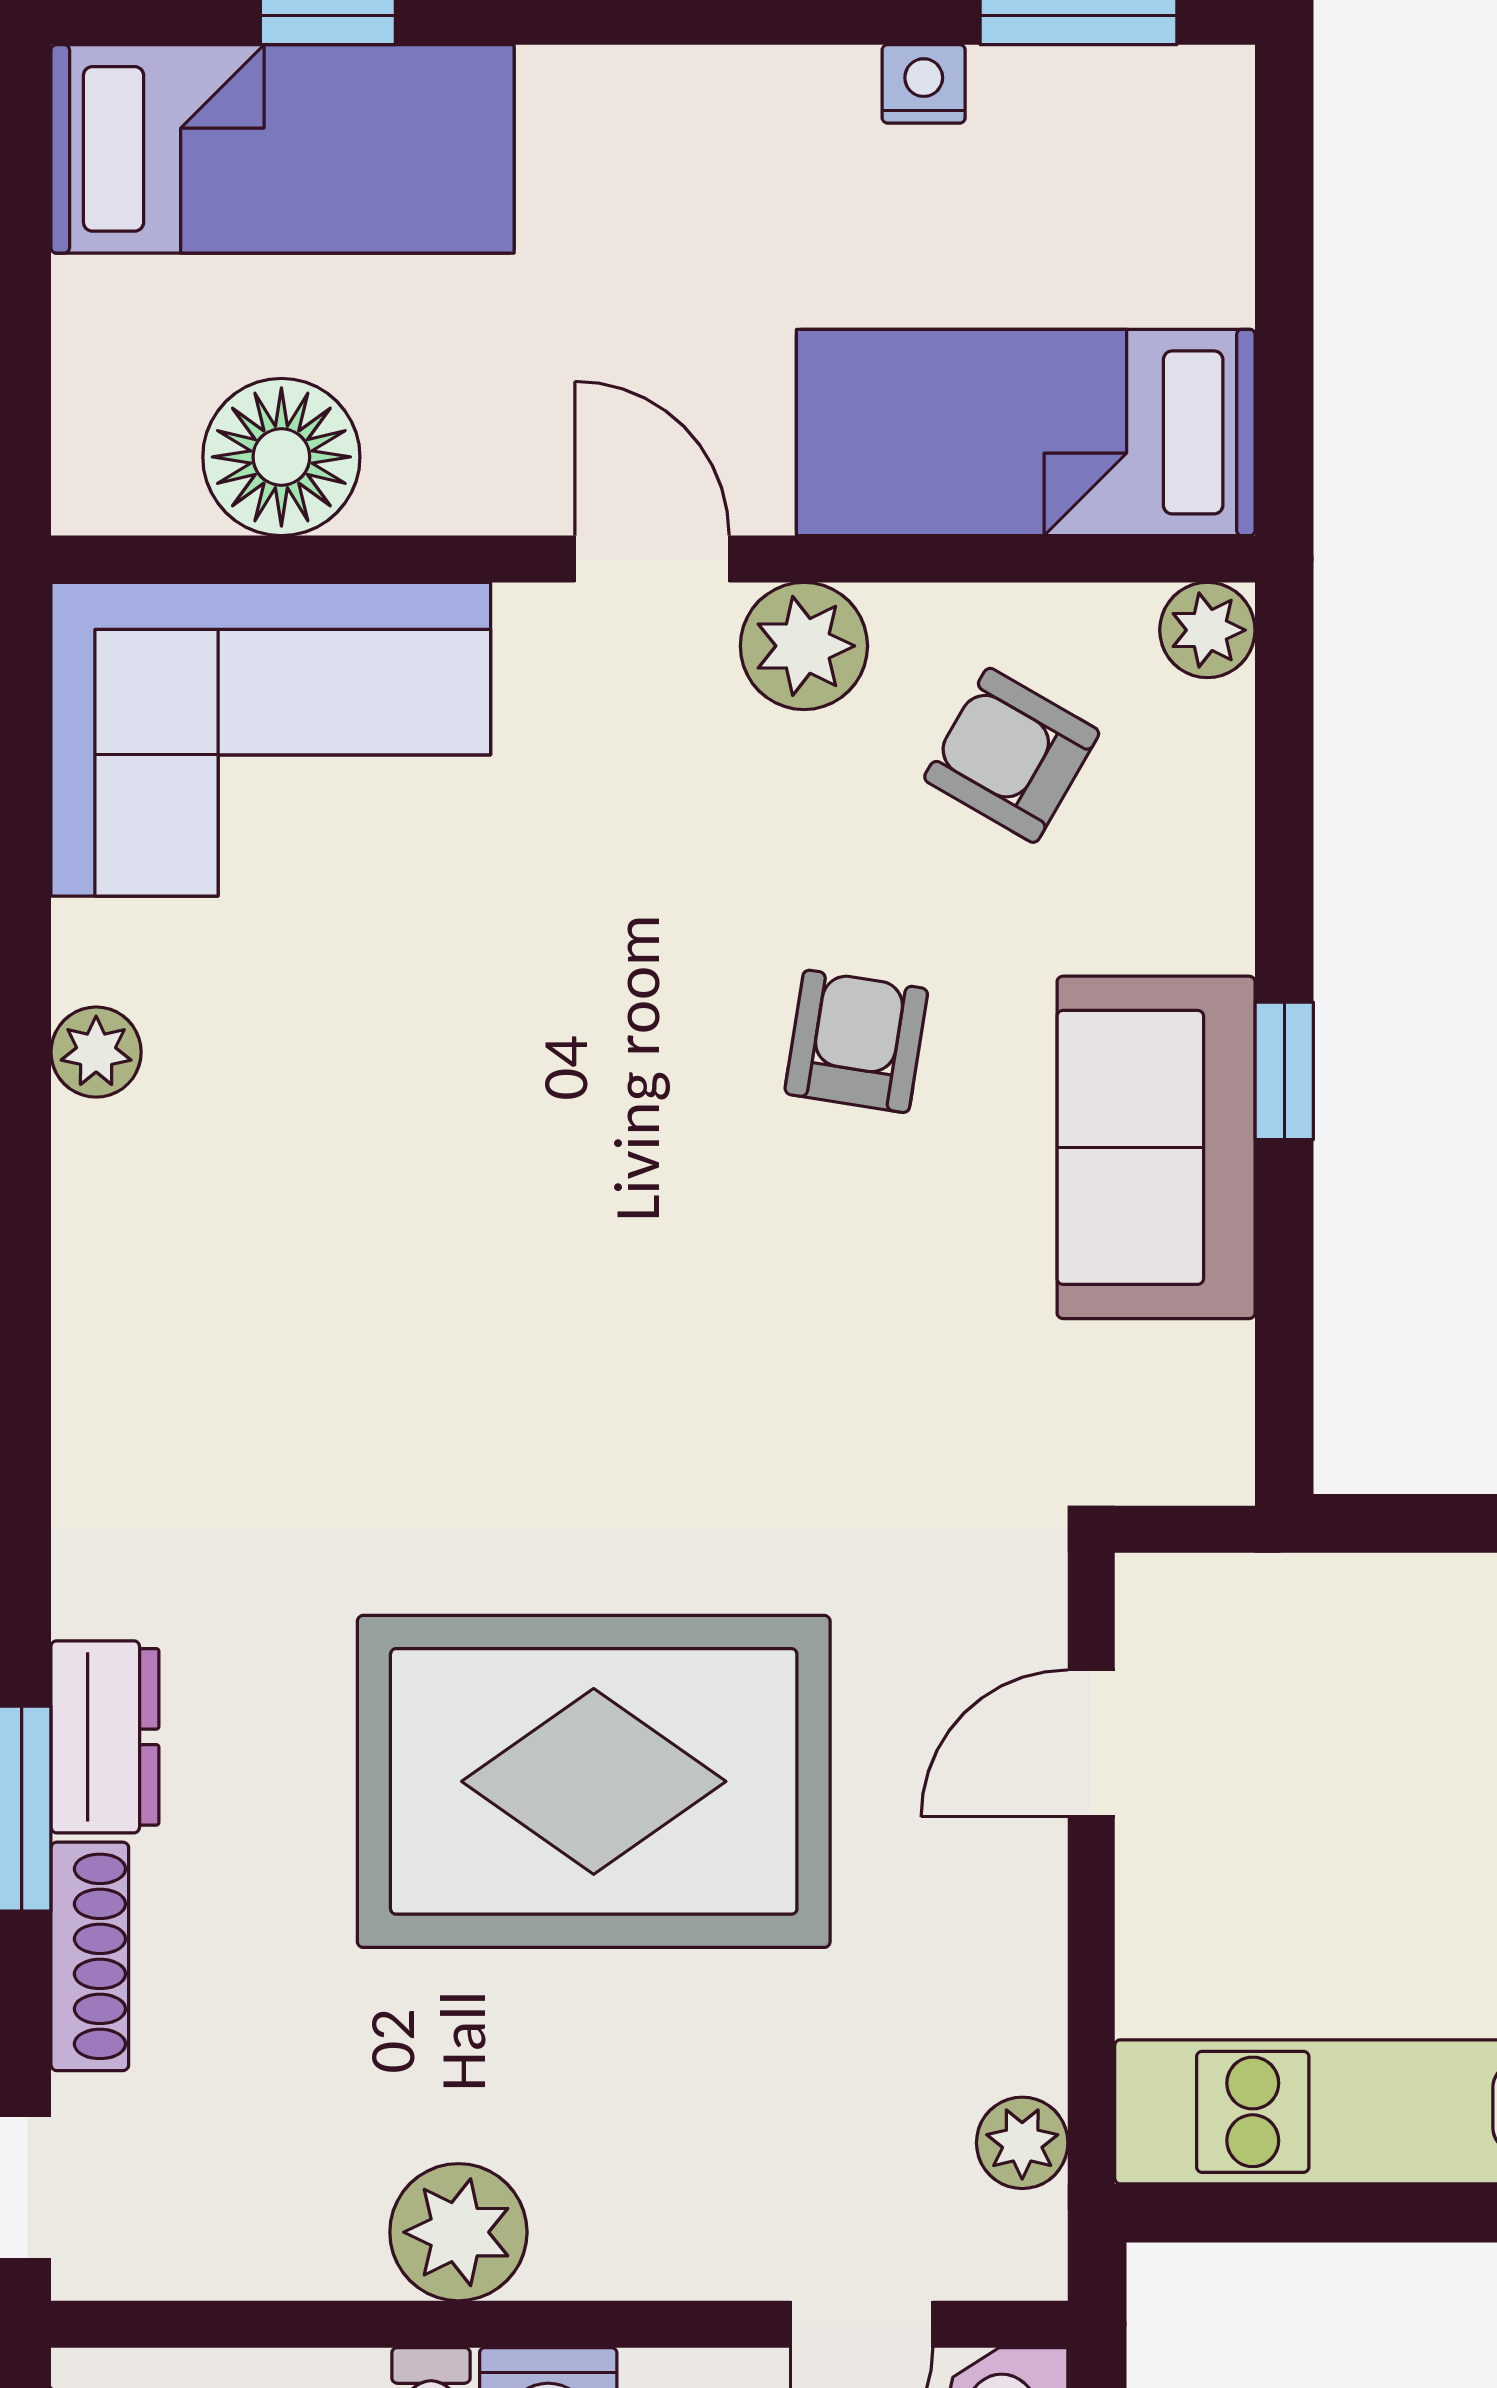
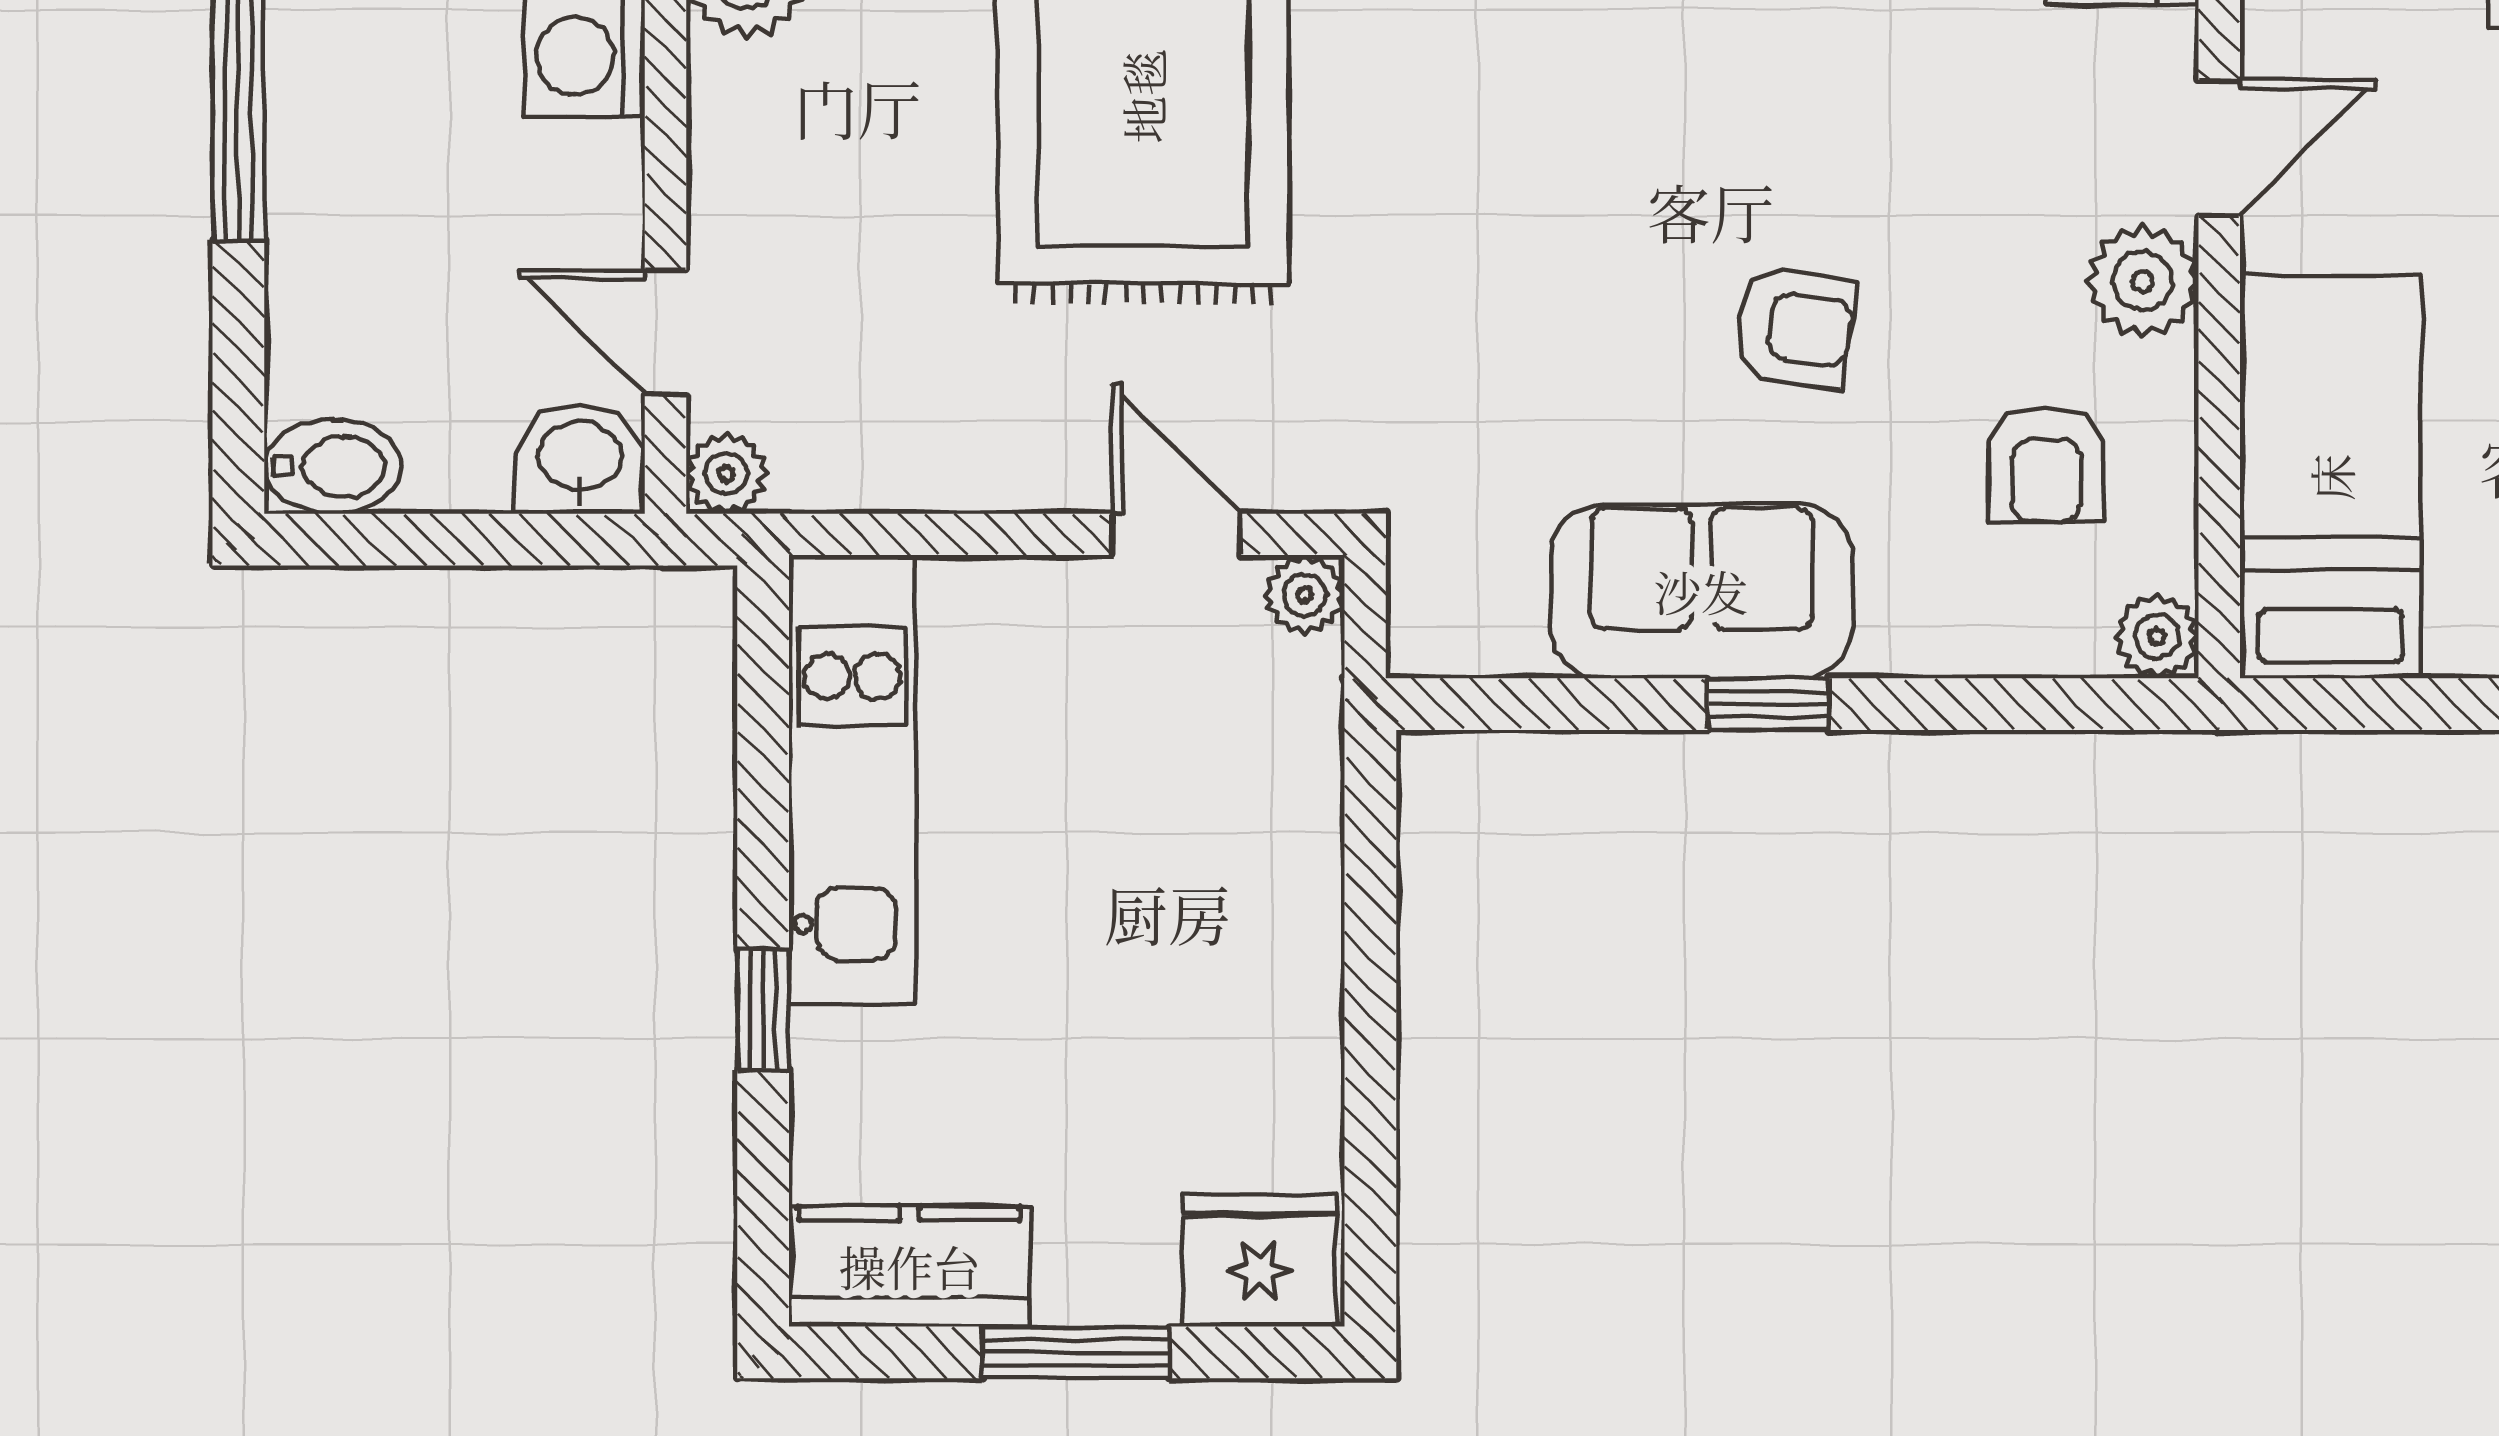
armchair: (1012, 755) -> (2046, 464), turned 150
plant: (1160, 1598) -> (1305, 595), added
plant: (1022, 2143) -> (726, 474), moved

